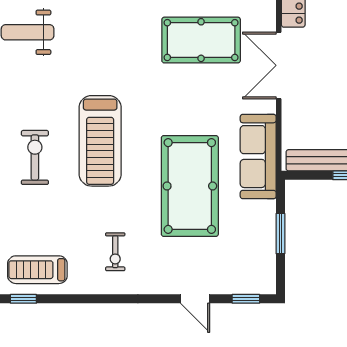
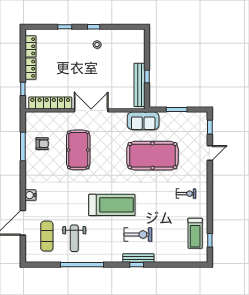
double door: (279, 65) -> (91, 110), swing flipped
treadmill: (100, 141) -> (112, 205), moved
exercise bike: (35, 157) -> (138, 234), turned 180
sofa: (258, 157) -> (143, 121), width x0.73

